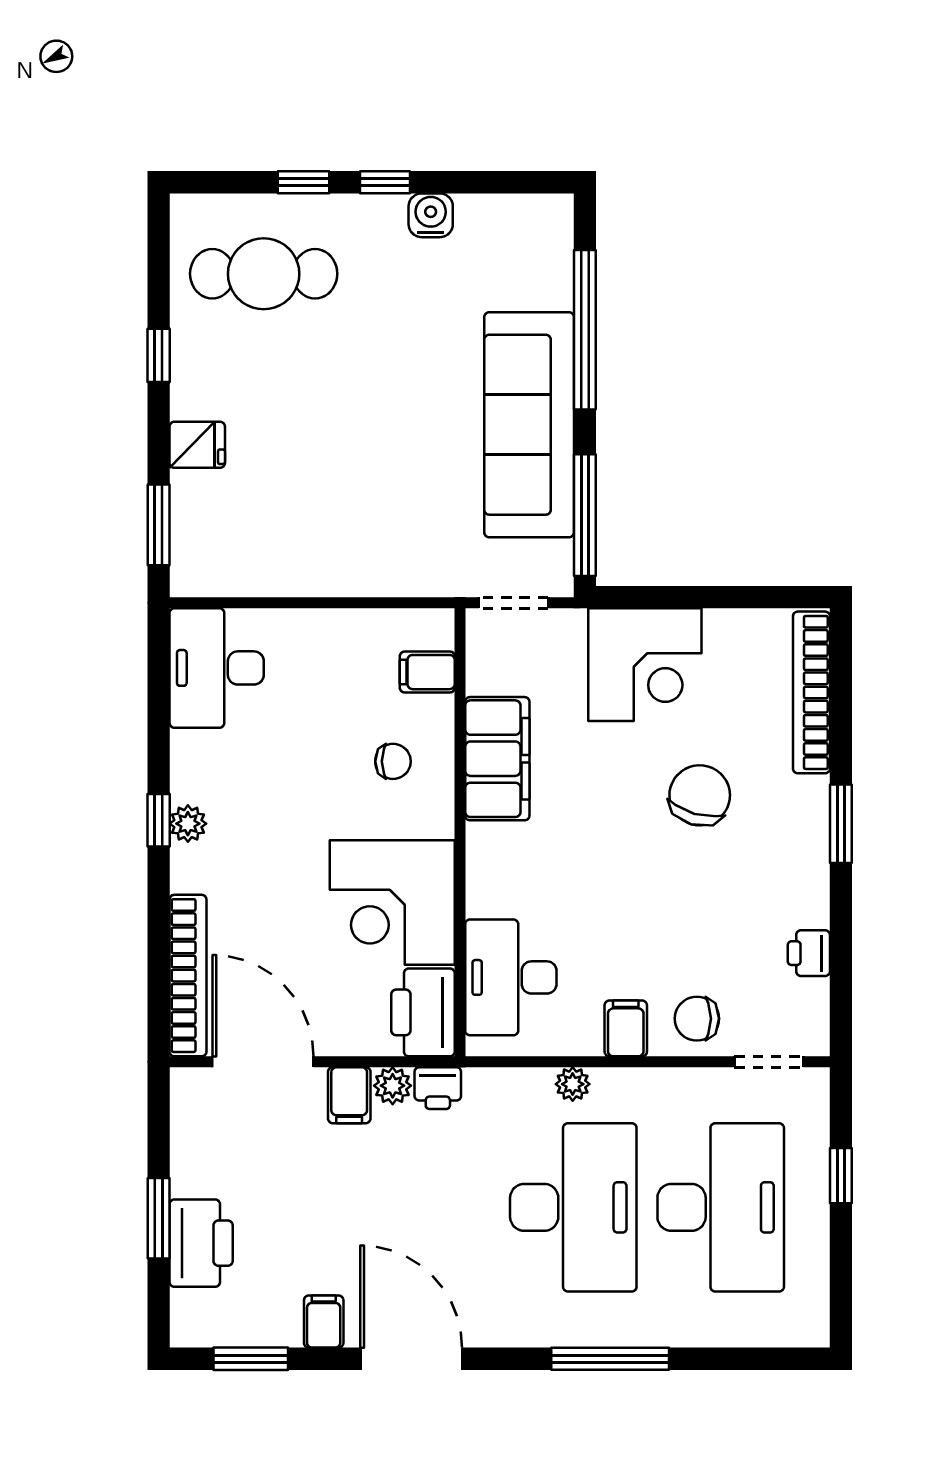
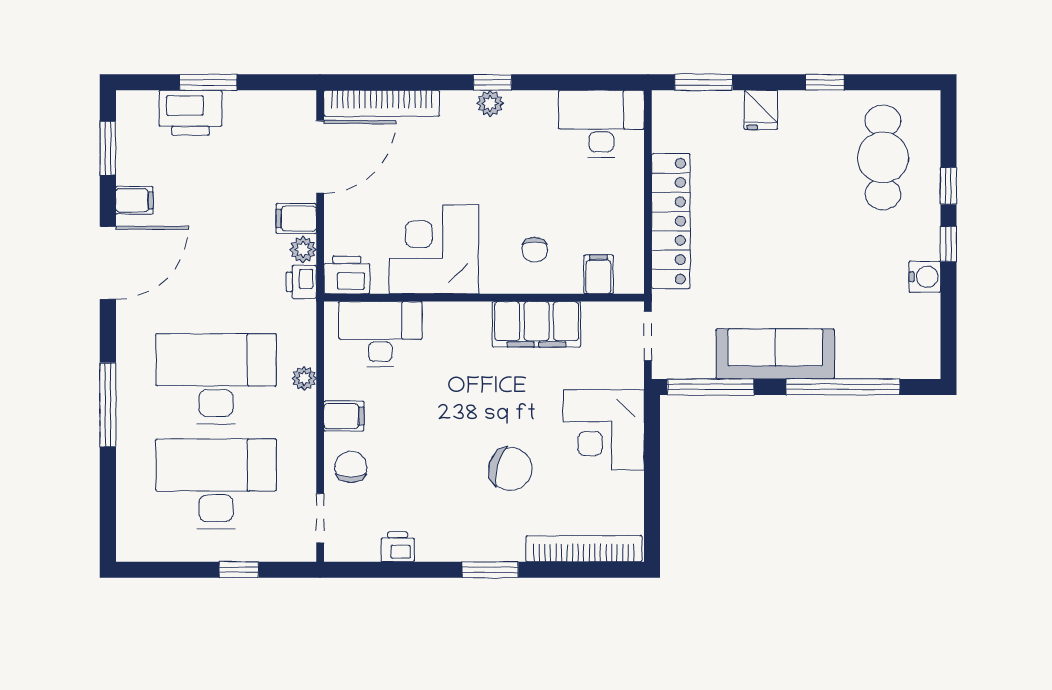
sofa: (529, 425) -> (775, 354), width x0.74, depth x0.79
locker: (353, 571) -> (671, 221), added
printer: (423, 1012) -> (347, 275), width x0.73, depth x0.84
desk: (573, 1207) -> (216, 379), turned 180
desk: (721, 1207) -> (216, 484), turned 180

